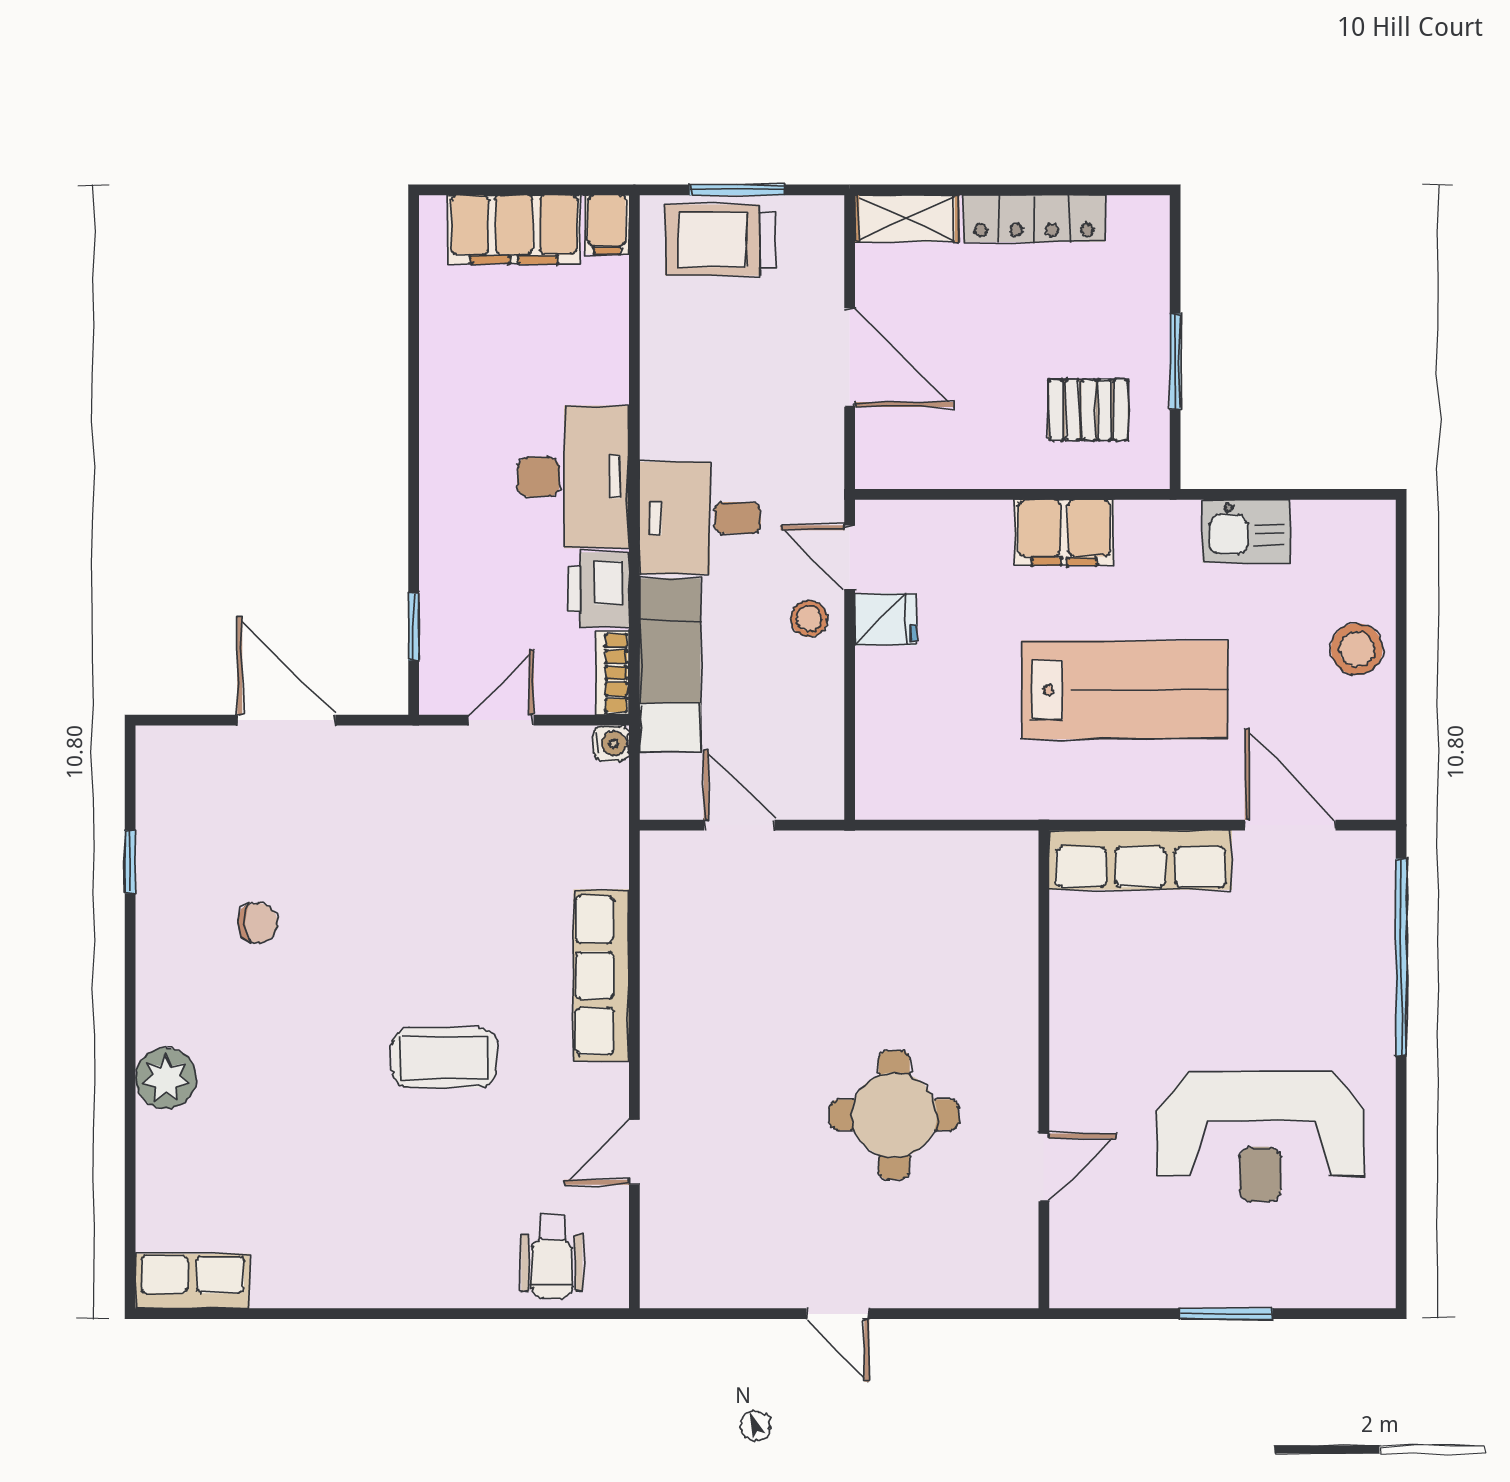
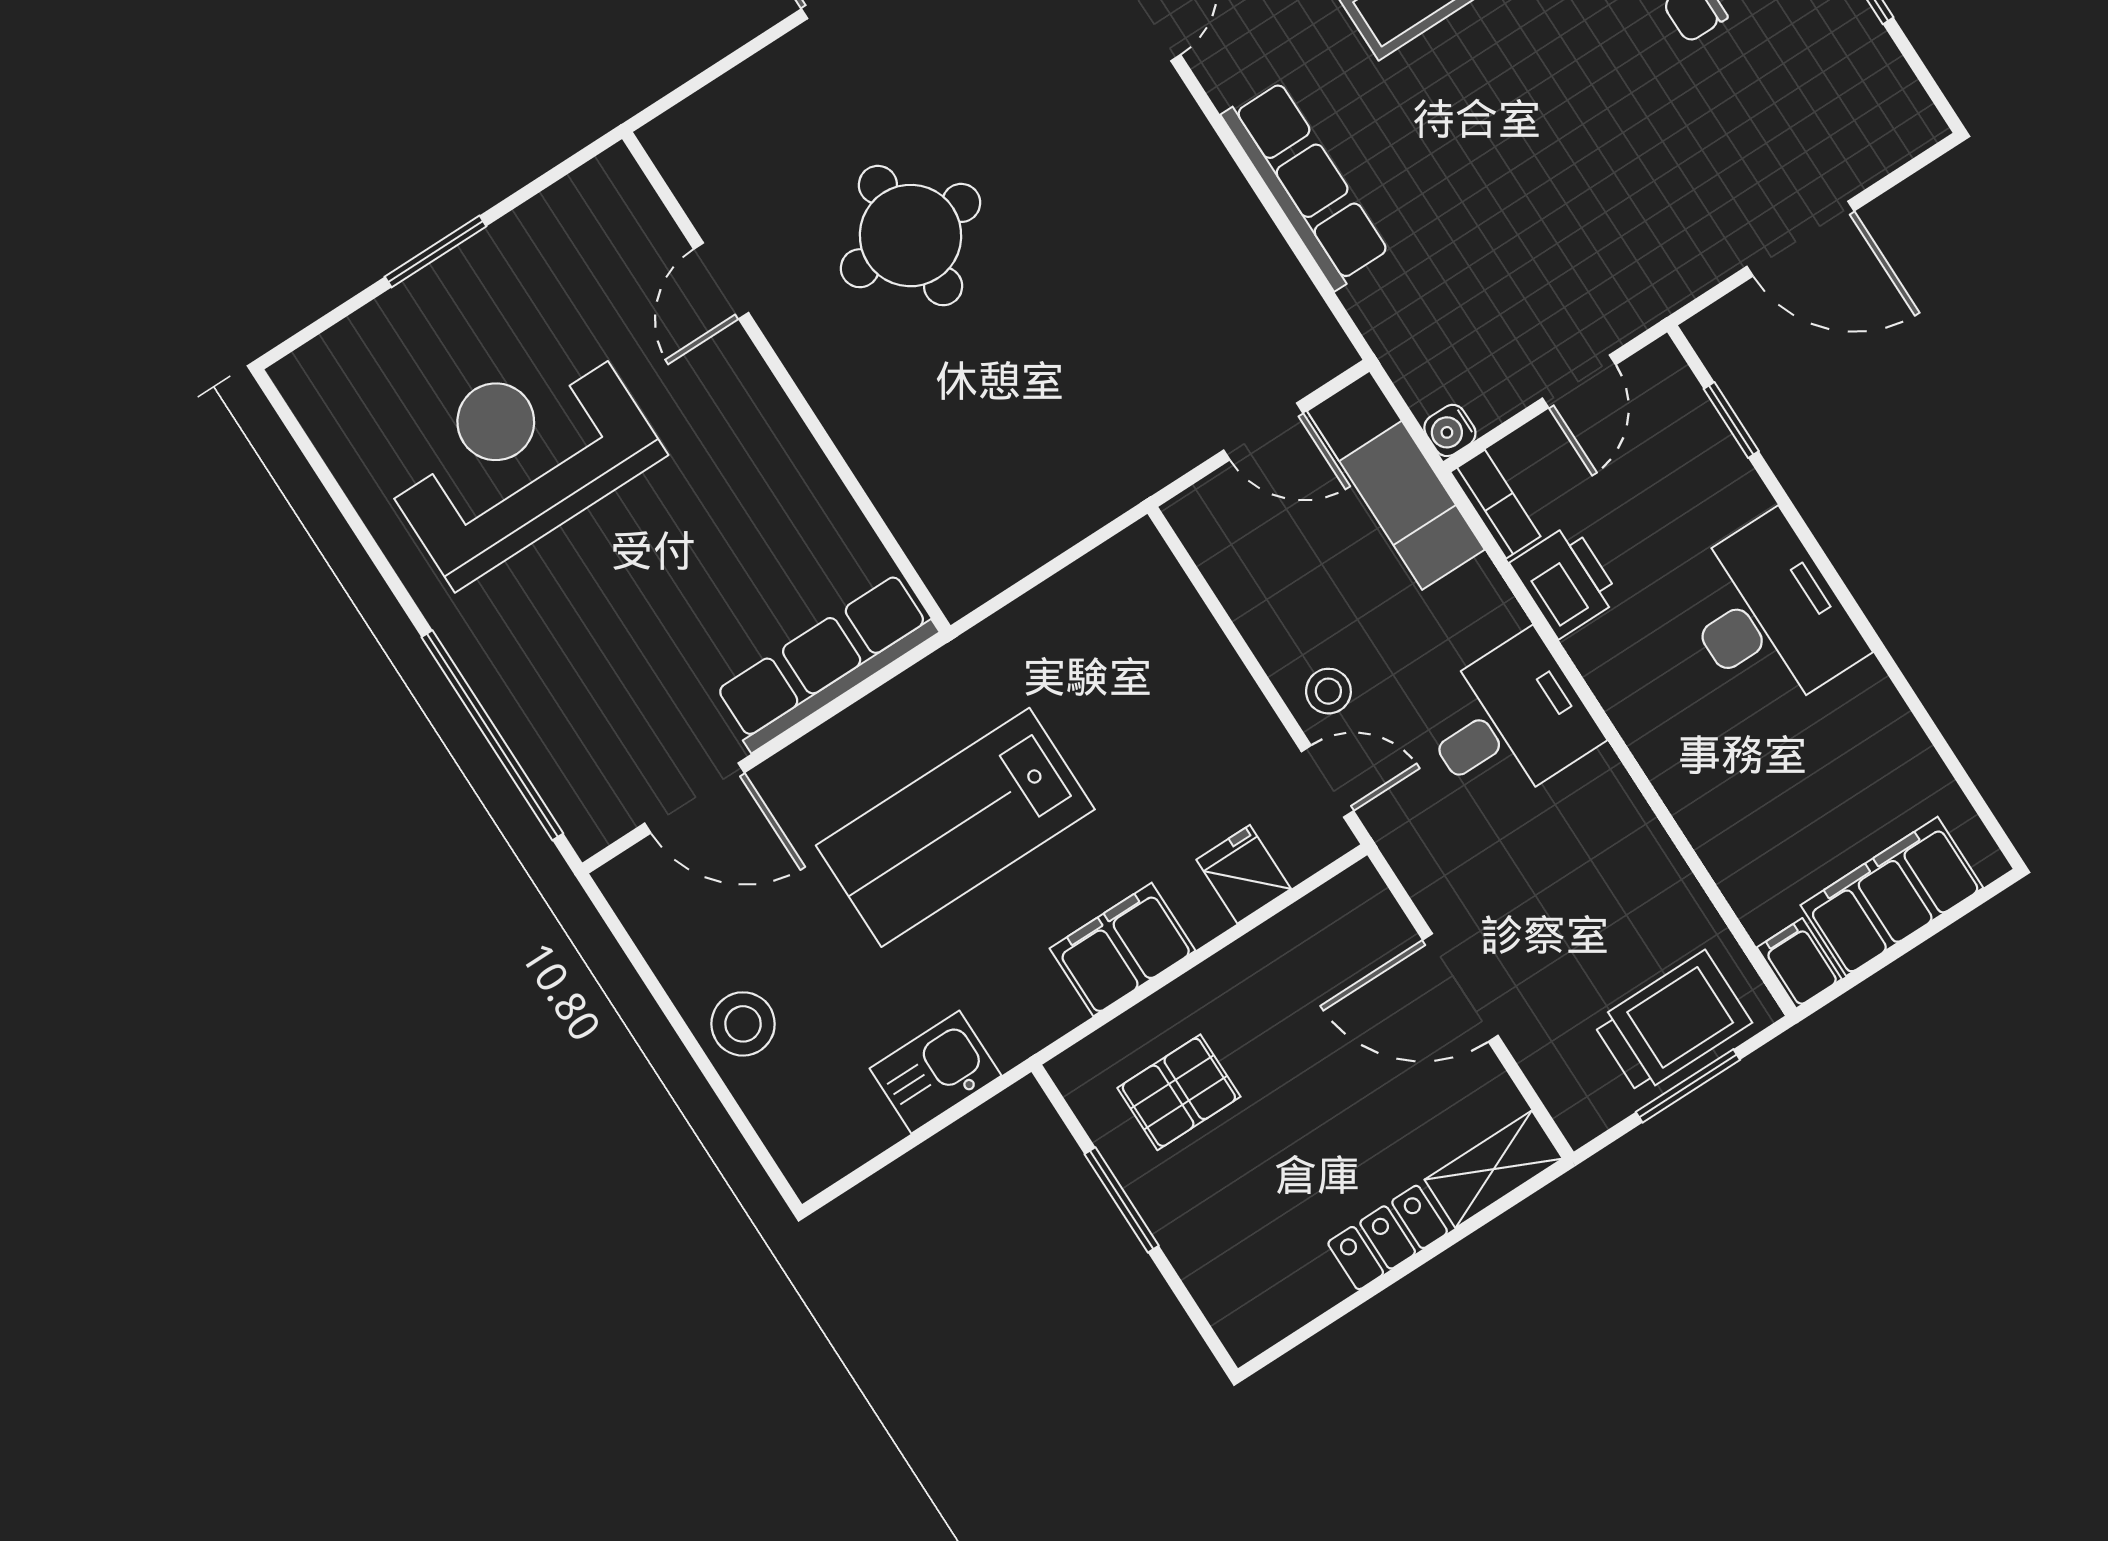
locker: (1034, 218) -> (1388, 1237), width x0.66
desk: (573, 477) -> (1768, 616), moved, turned 180
fridge: (886, 619) -> (1244, 874), moved, turned 90
exam couch: (670, 665) -> (1396, 480), moved

